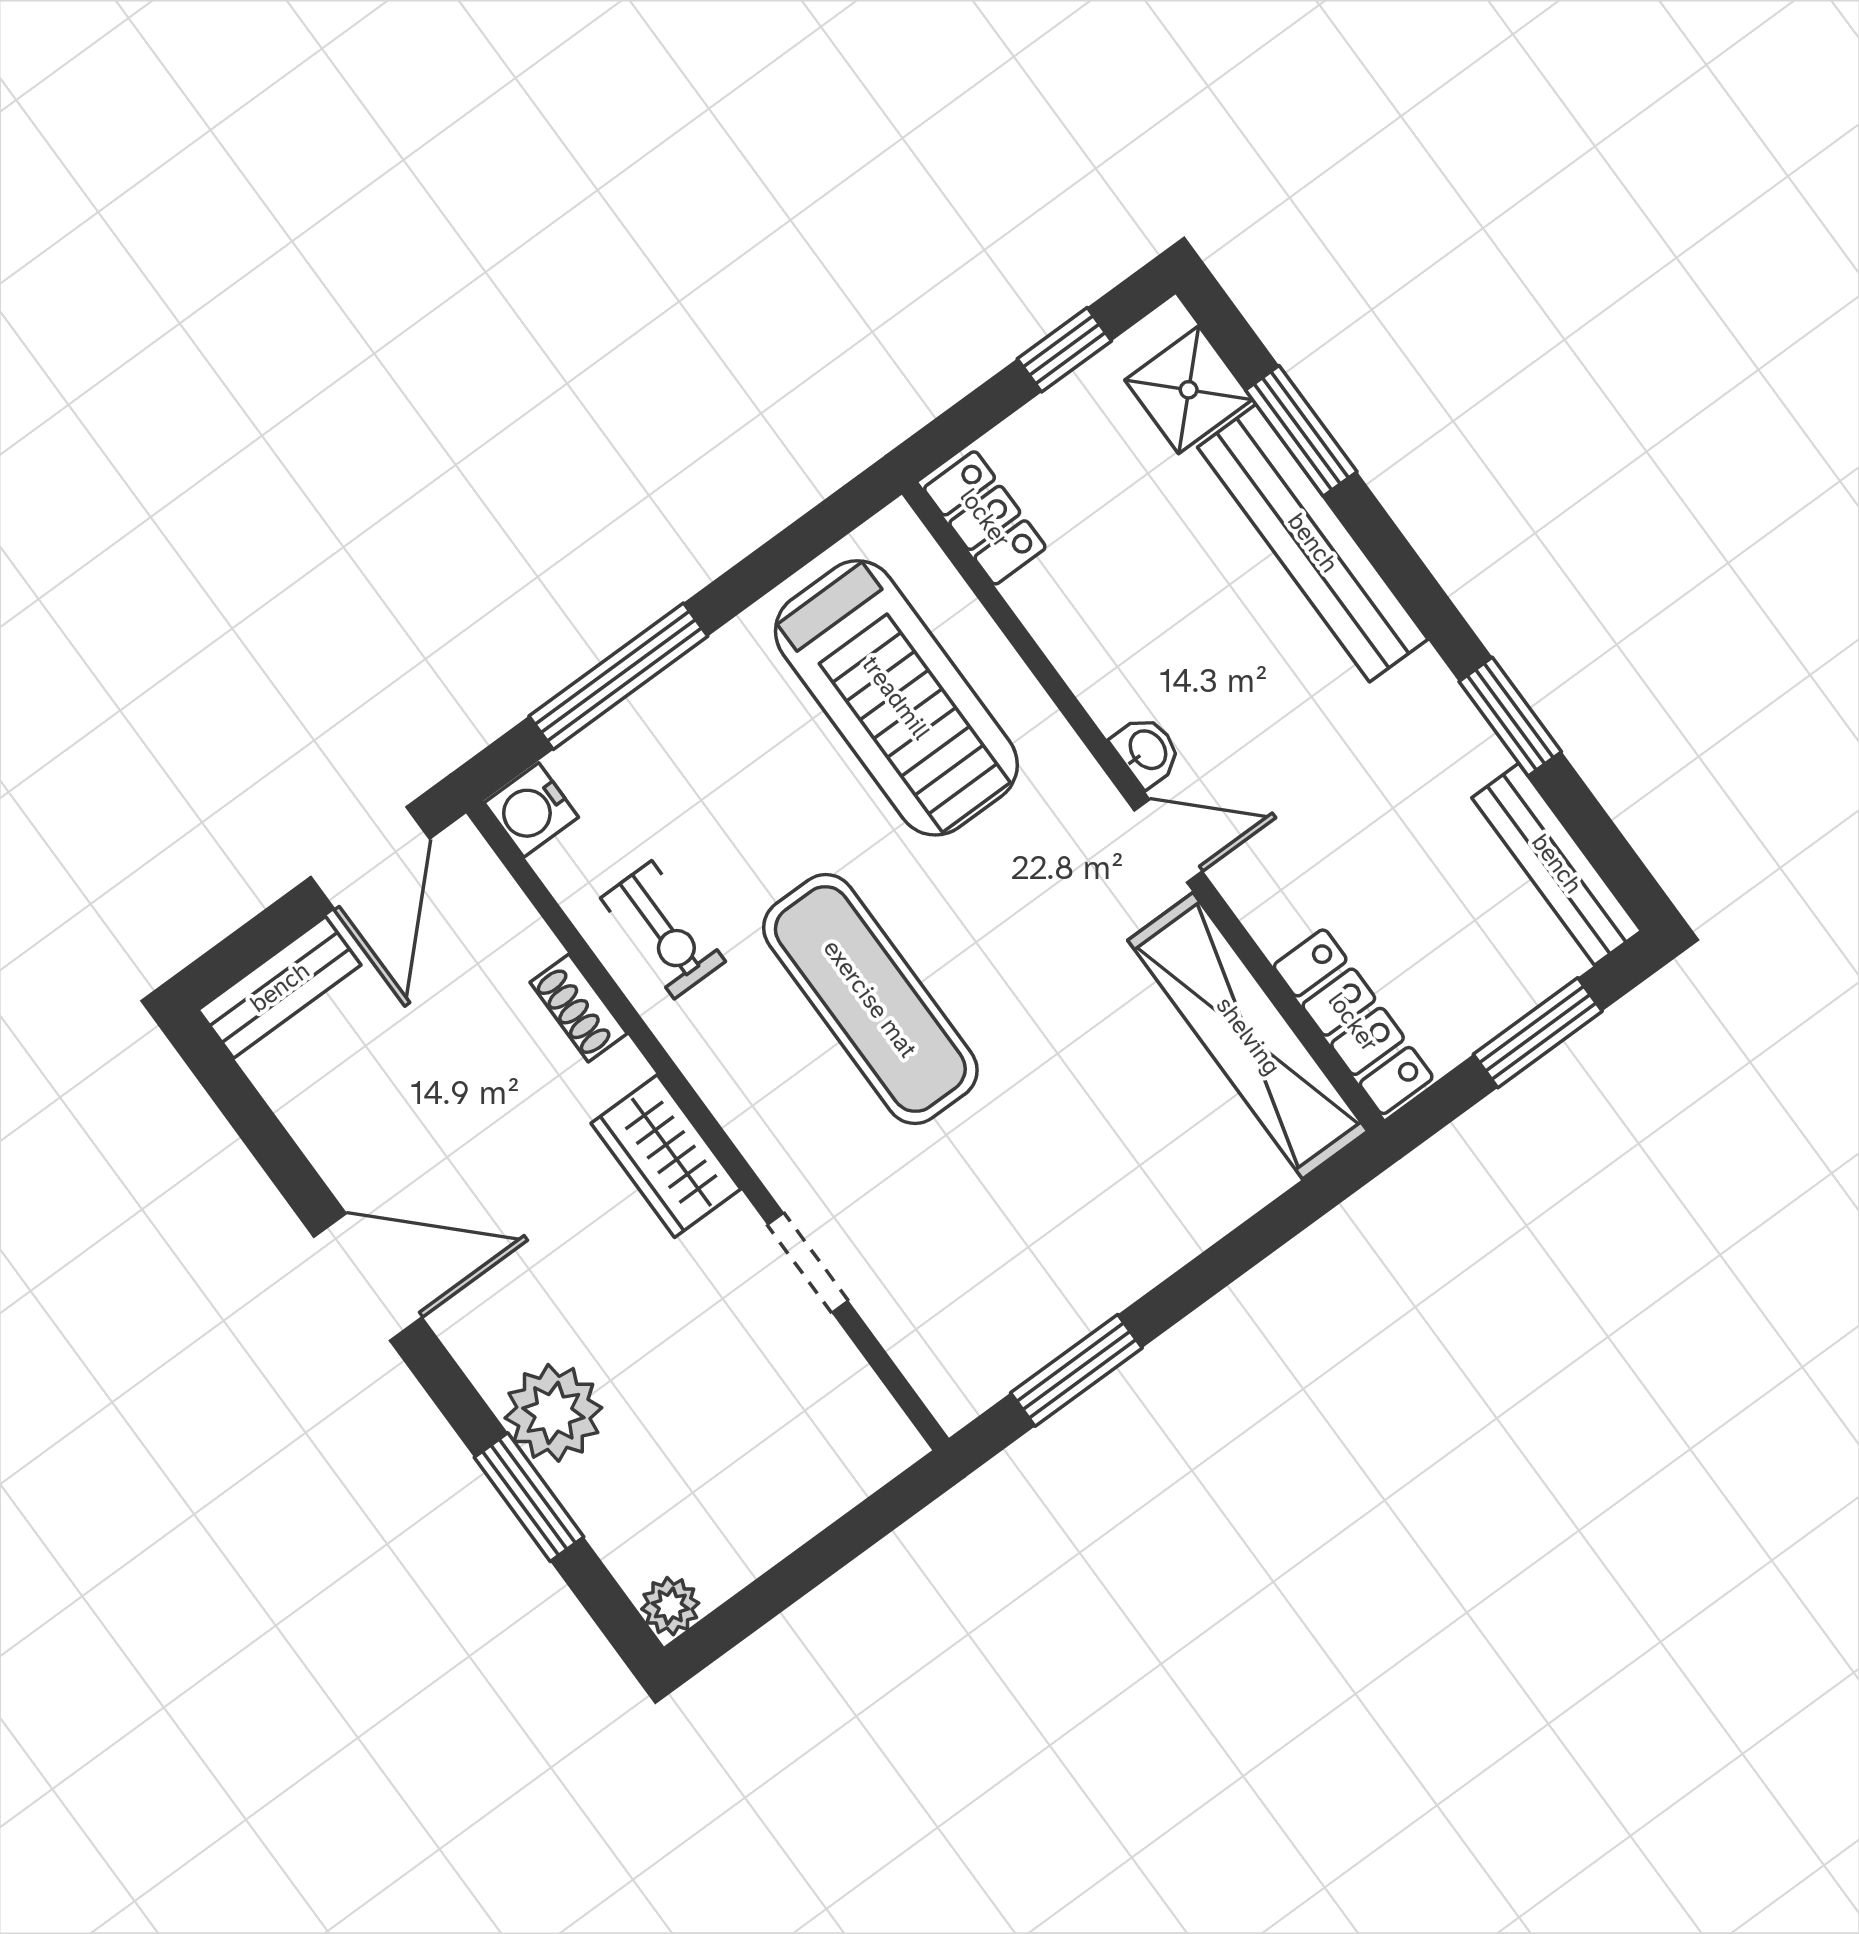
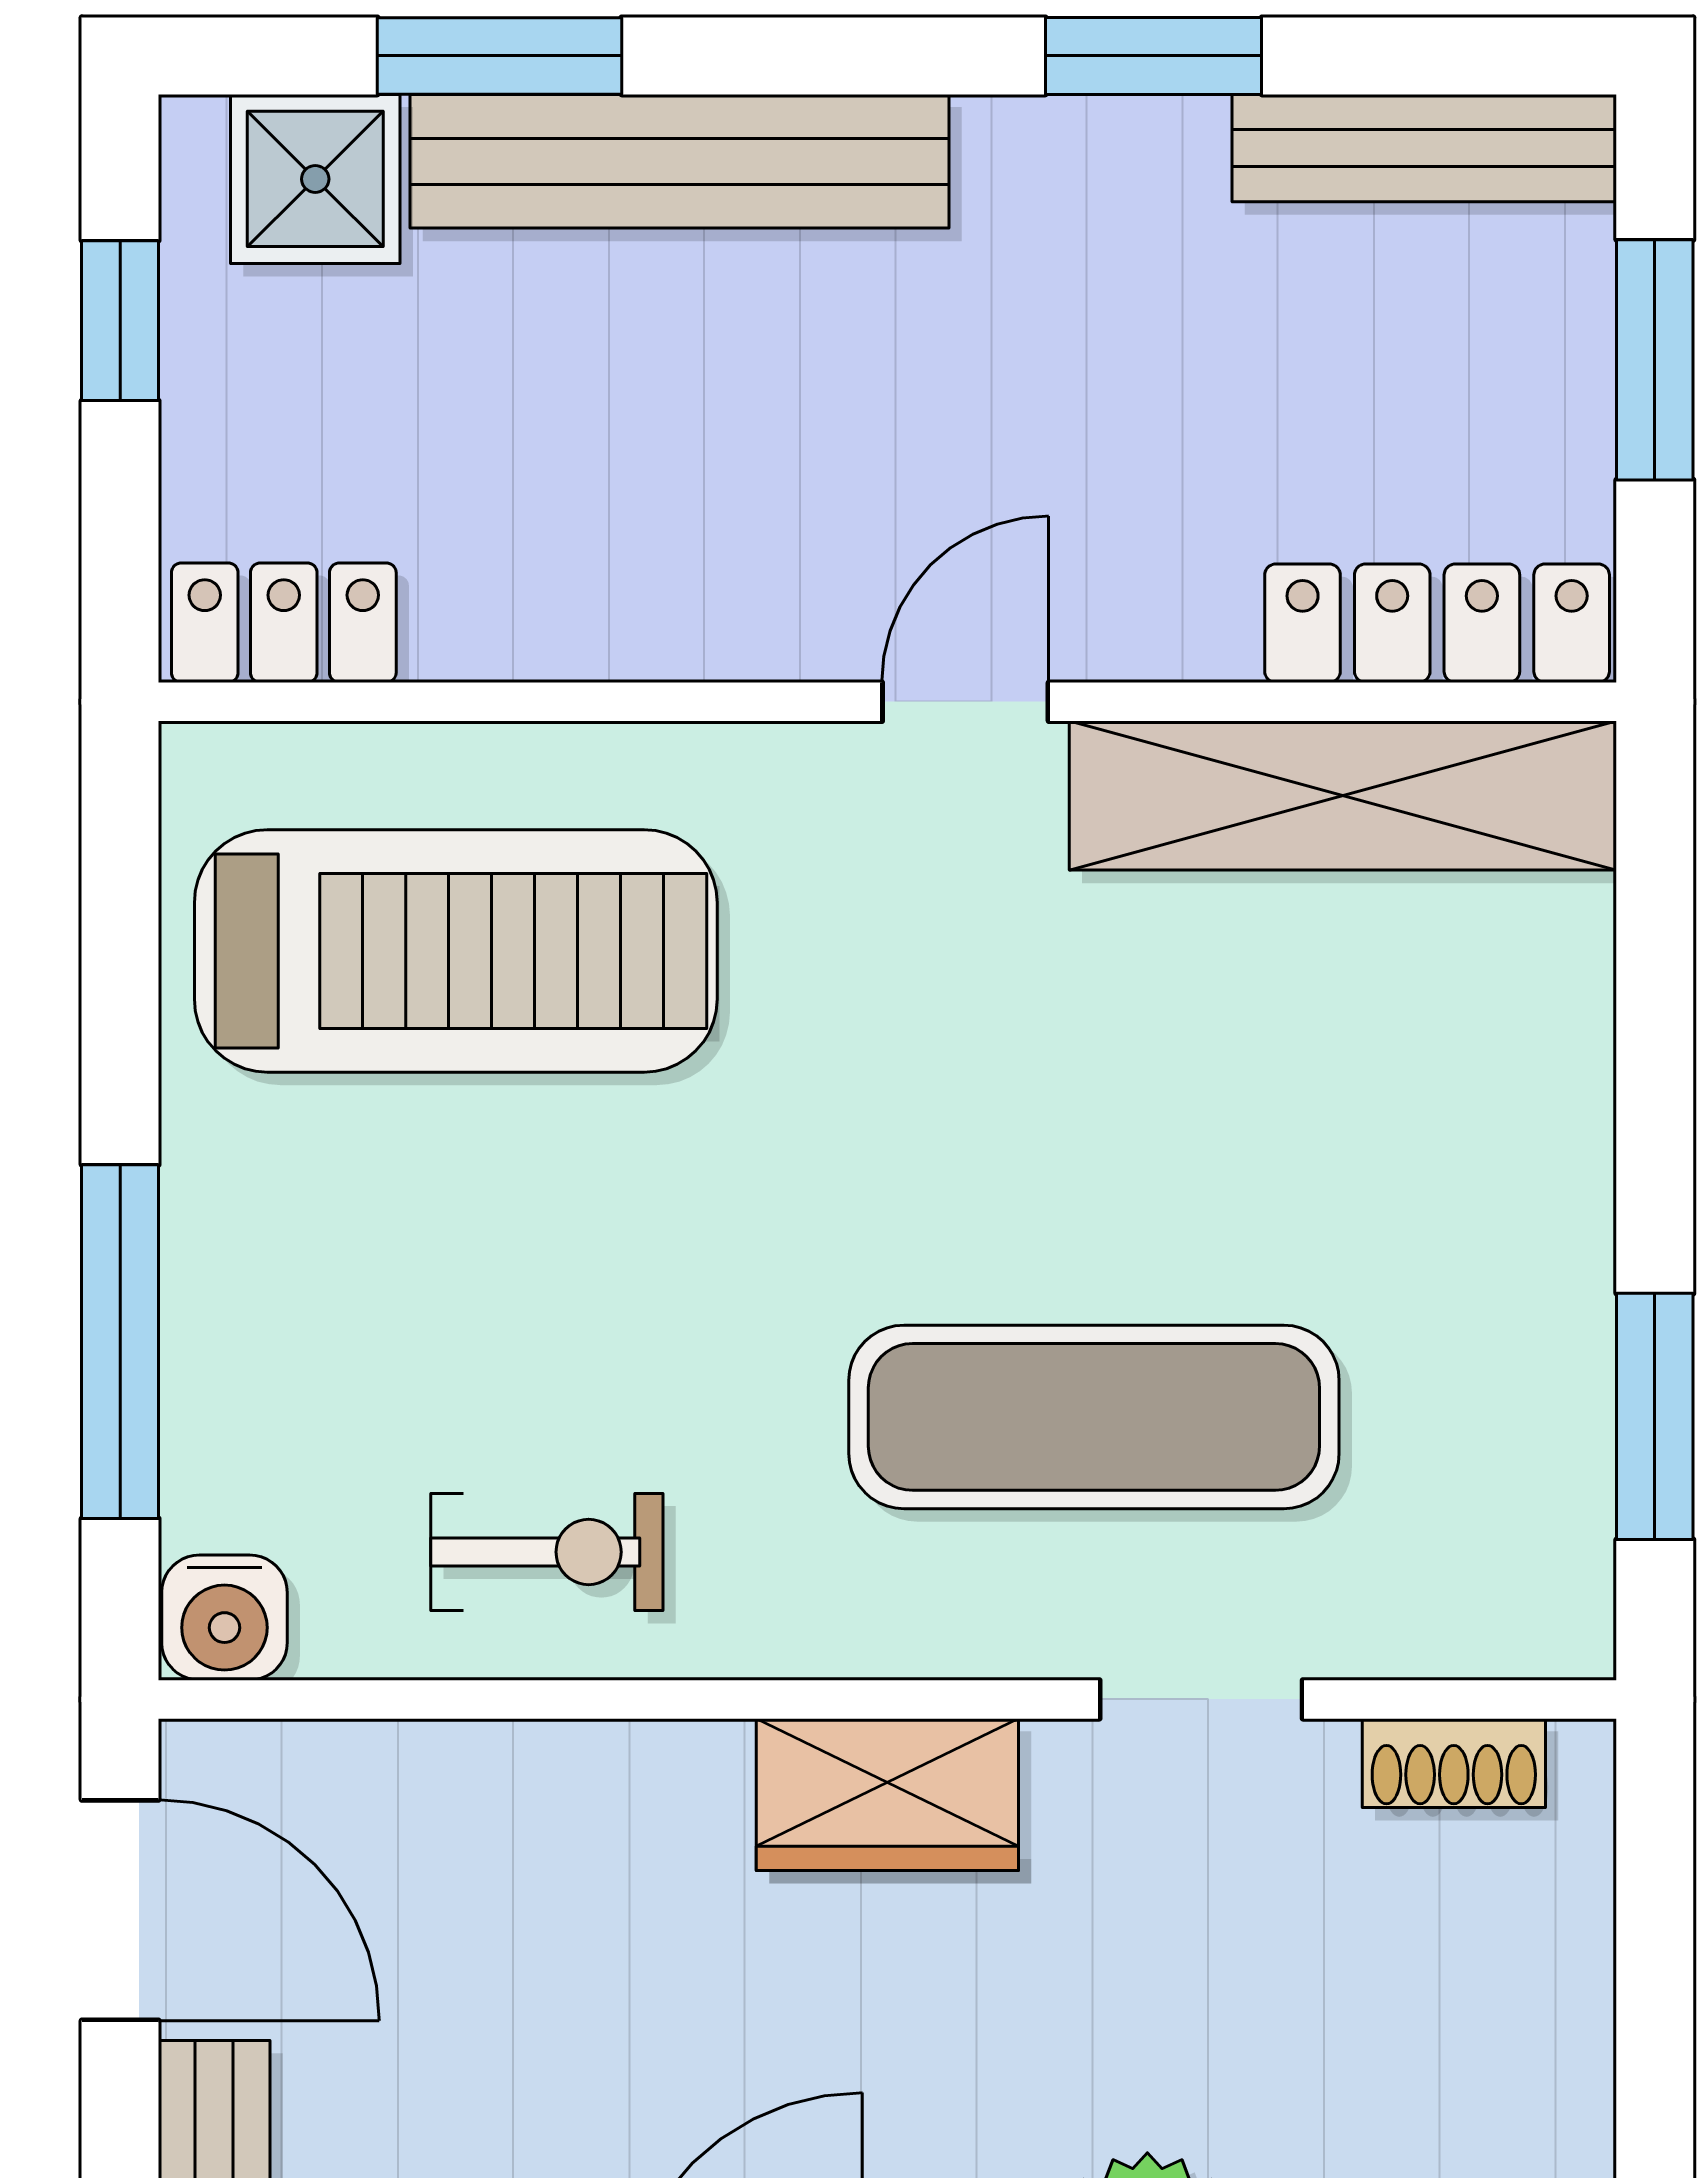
washbasin: (1147, 751) -> (808, 635), removed
exercise mat: (870, 999) -> (1094, 1417), moved
shoe rack: (579, 1008) -> (1454, 1763), moved

